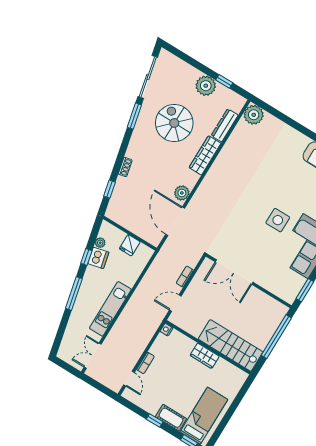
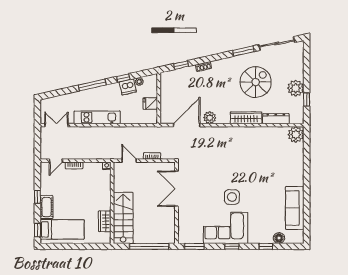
wardrobe: (205, 356) -> (105, 221), moved

